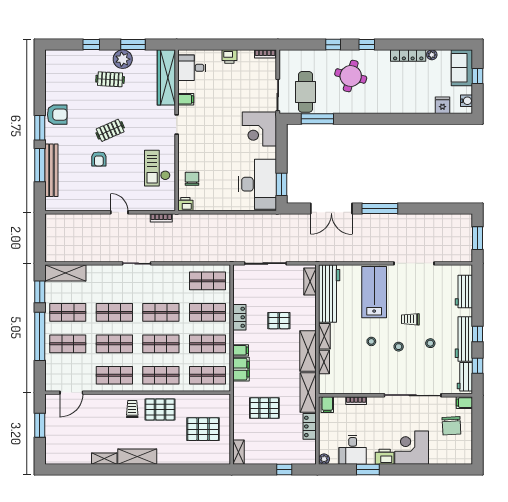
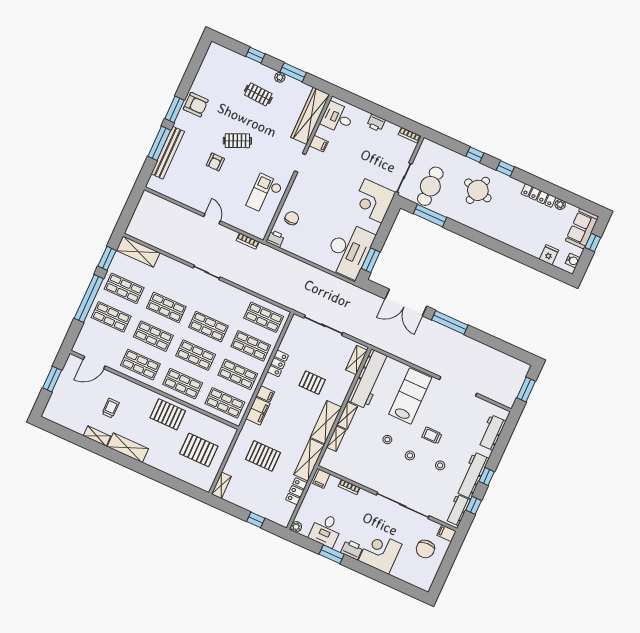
plant: (123, 59) -> (280, 77), width x0.53, depth x0.53
trolley: (132, 409) -> (111, 408), moved

